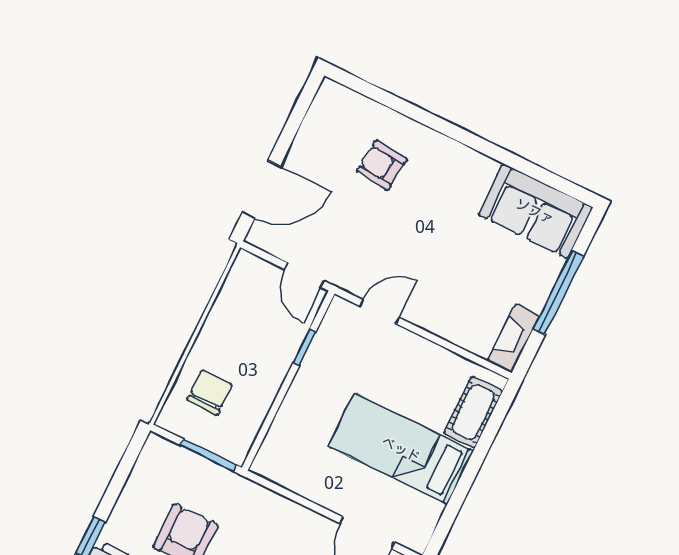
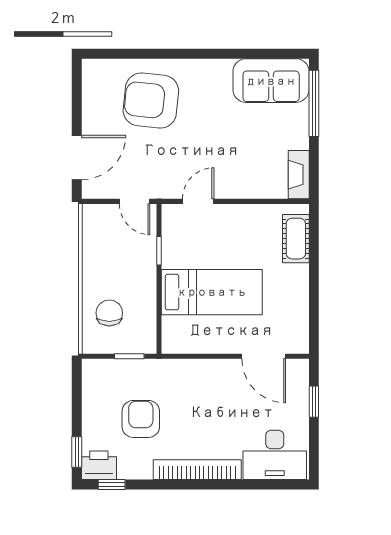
armchair: (382, 165) -> (151, 101), width x1.88, depth x1.88
window: (558, 293) -> (314, 103), moved
bed: (401, 449) -> (212, 292), moved, turned 180
window: (208, 455) -> (129, 356), width x0.67

